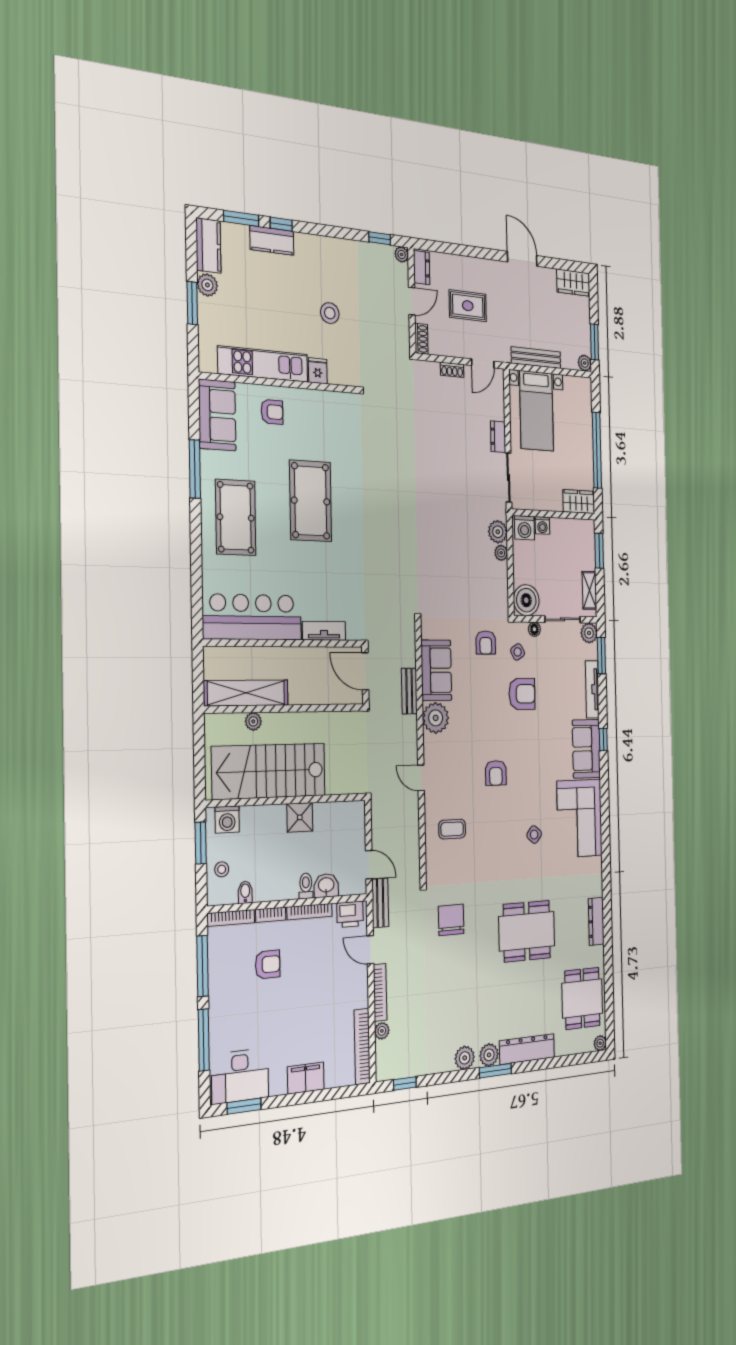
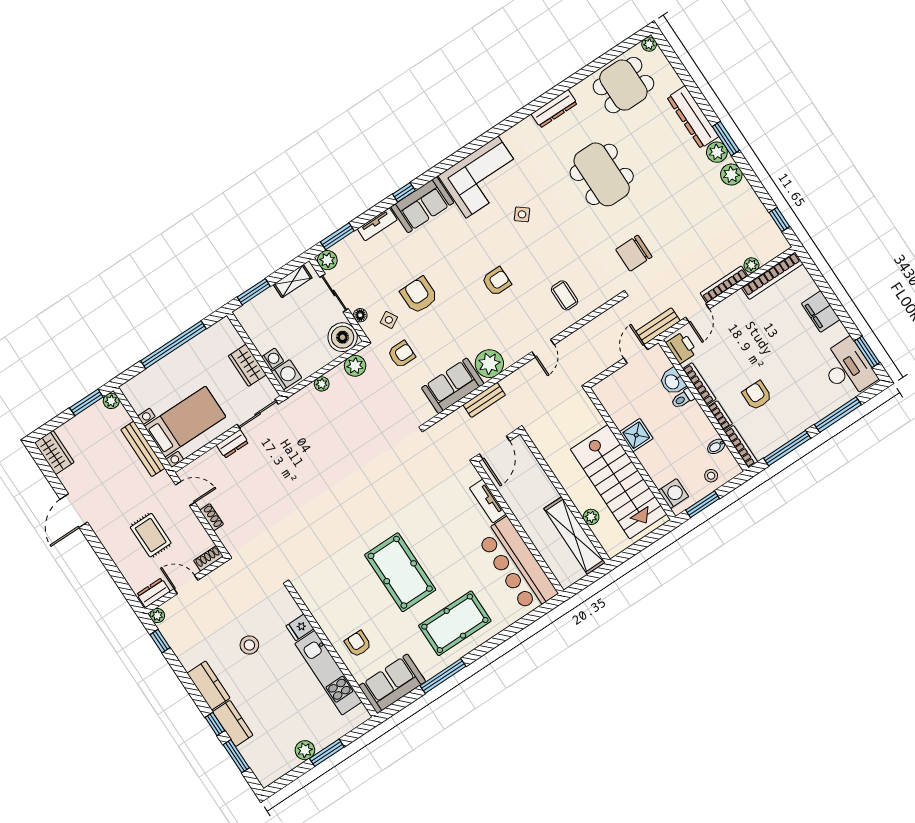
kitchen counter: (208, 246) -> (208, 686), moved, turned 90
pool table: (311, 501) -> (400, 572), turned 90
wardrobe: (579, 502) -> (247, 365), moved
plant: (498, 532) -> (355, 366), moved
tv unit: (592, 689) -> (377, 224), width x0.71

